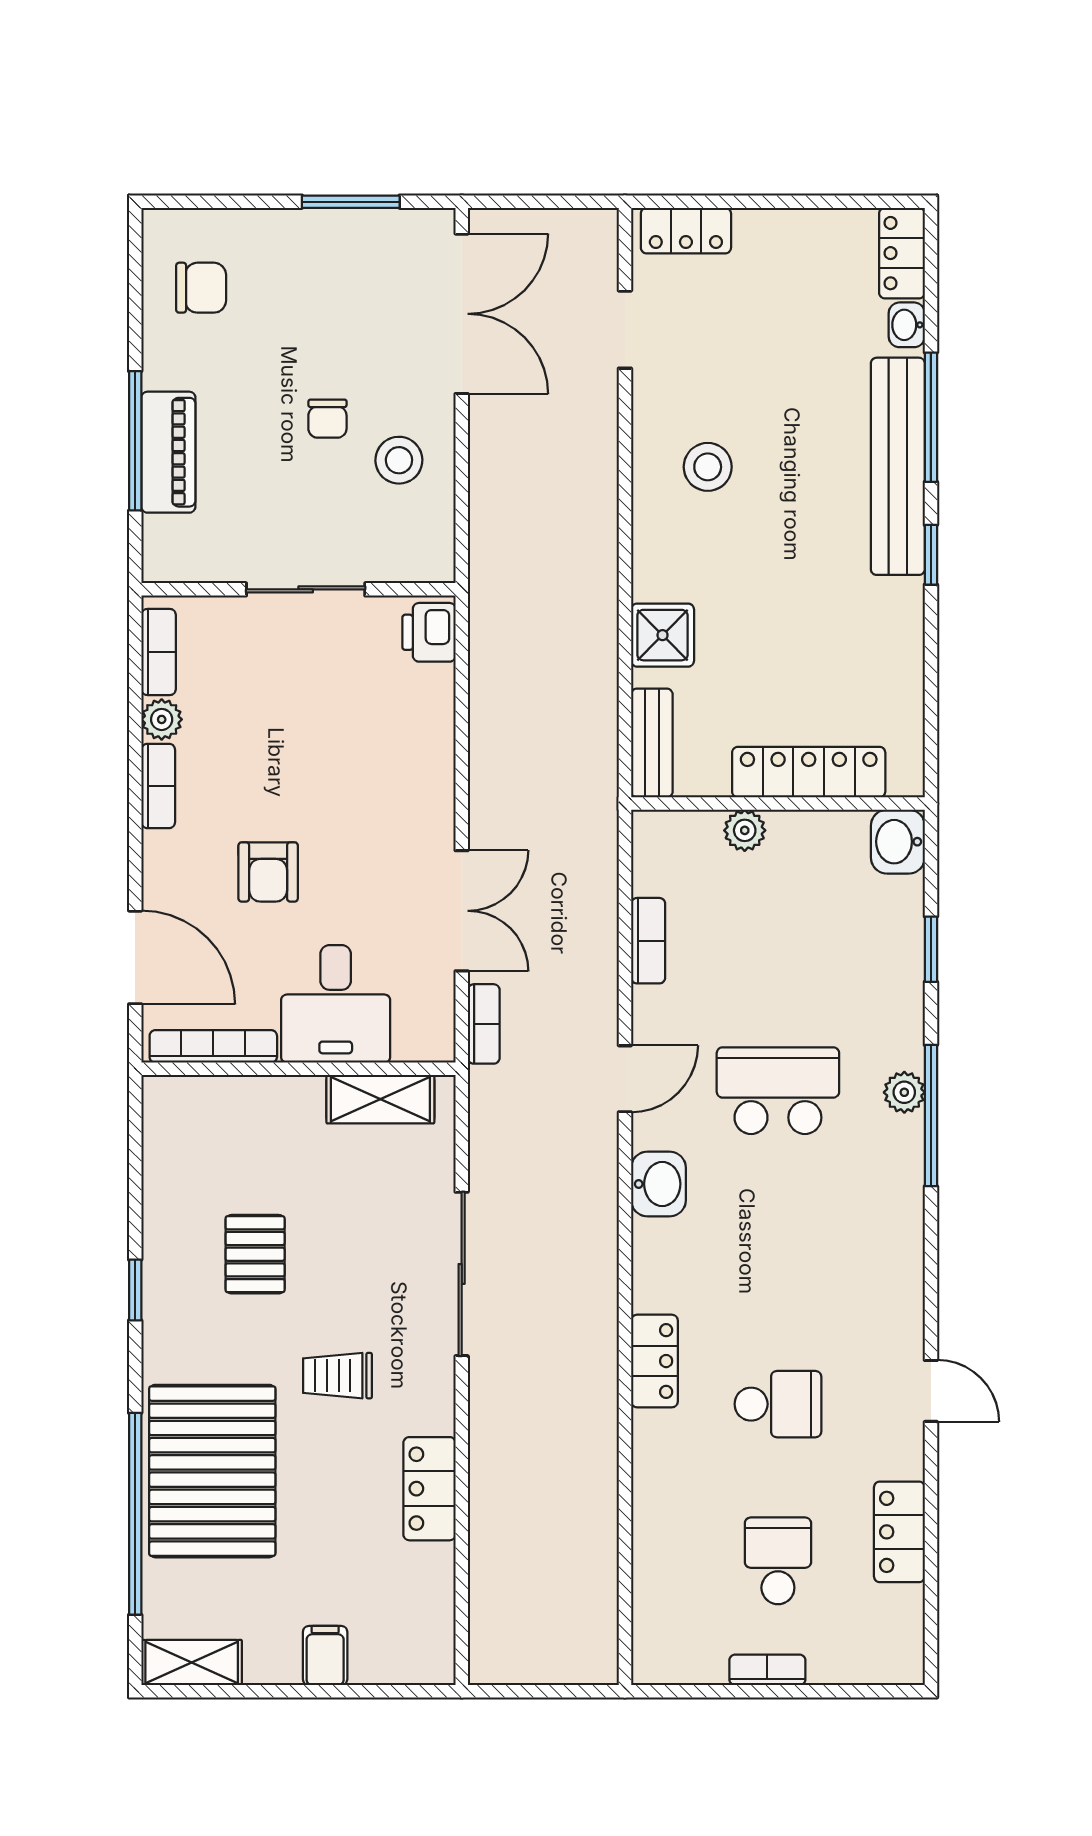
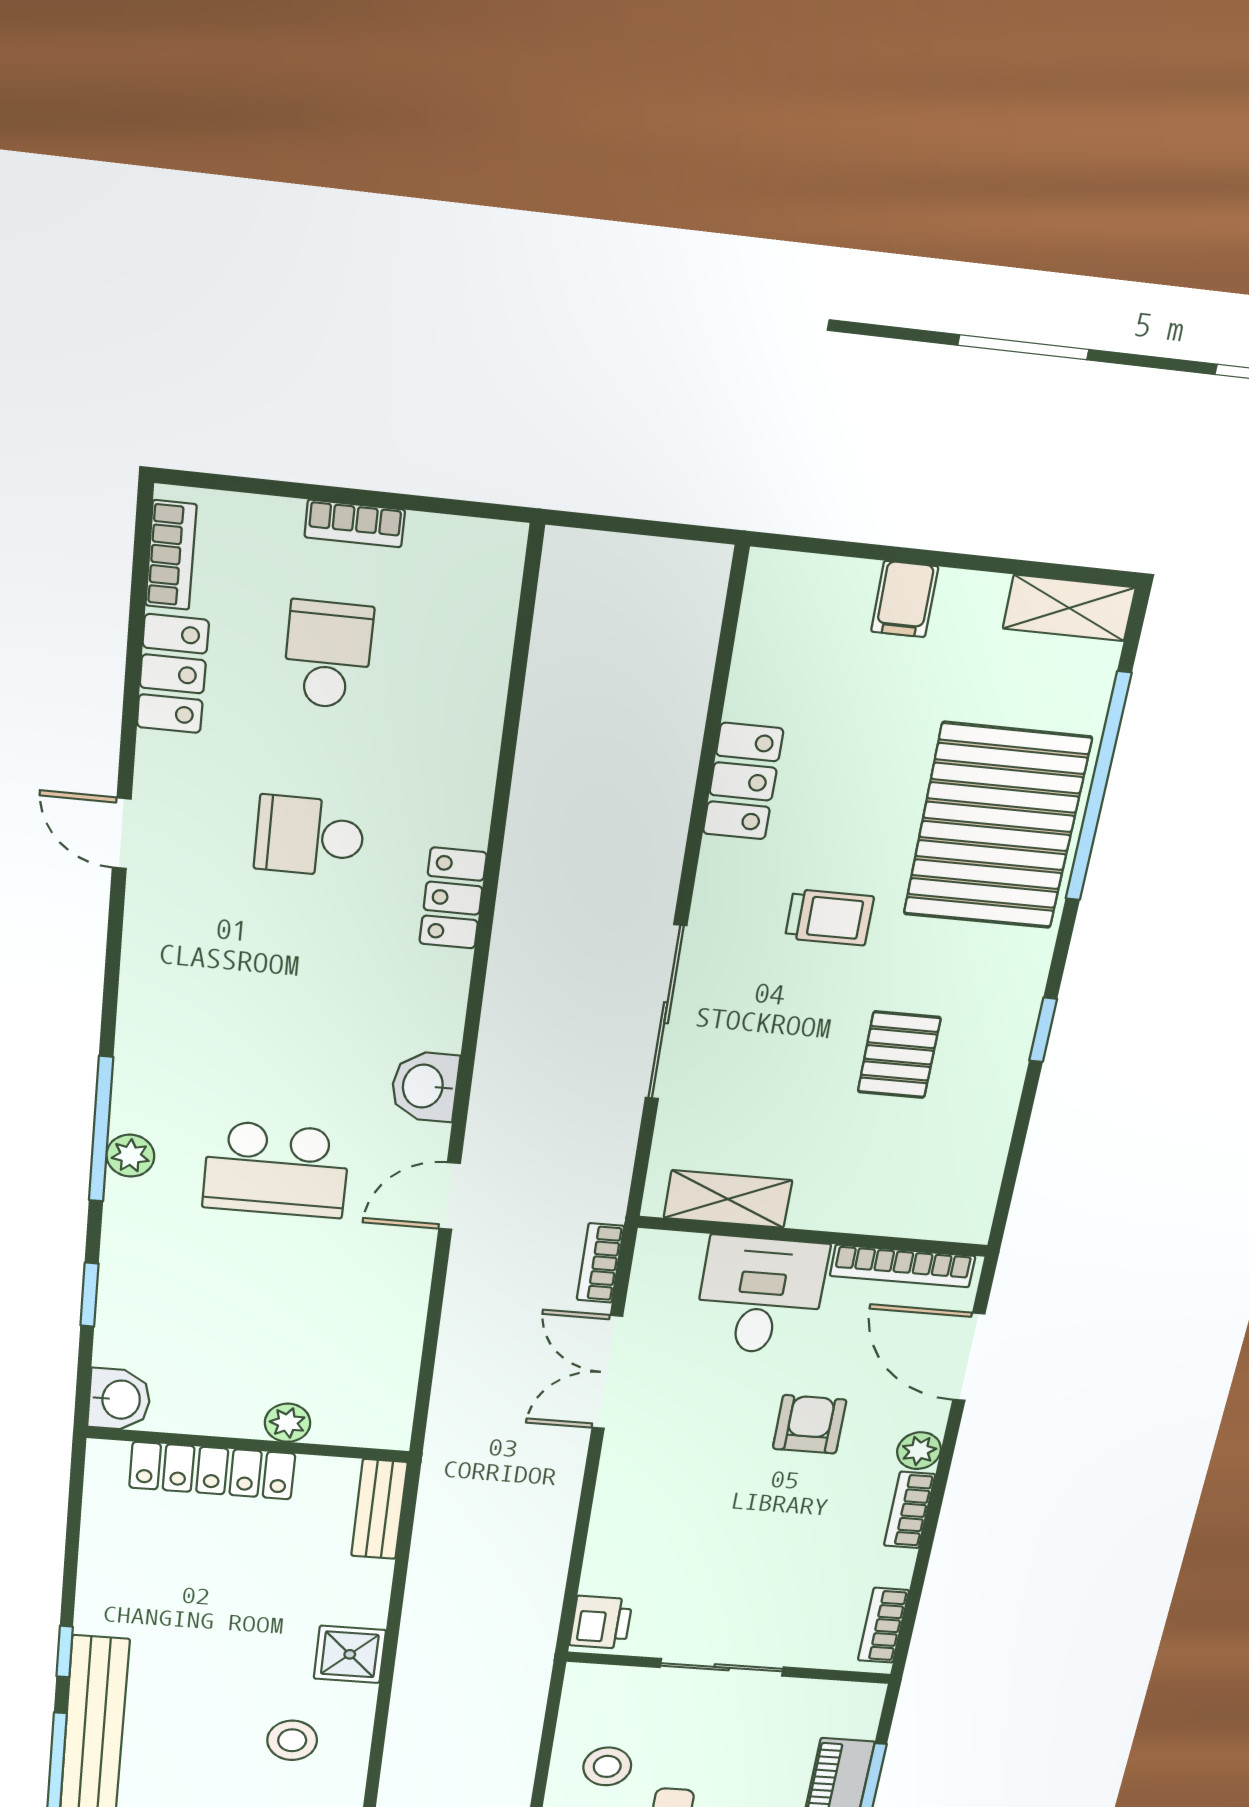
shower: (663, 635) -> (350, 1654), moved
plant: (162, 719) -> (919, 1451), moved
bookcase: (648, 941) -> (171, 555), moved, turned 180
school desk: (778, 1561) -> (328, 655), turned 180

